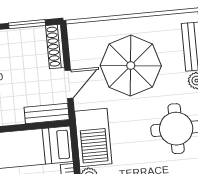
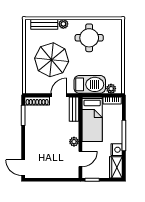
door: (69, 84) -> (59, 95), hinge flipped

